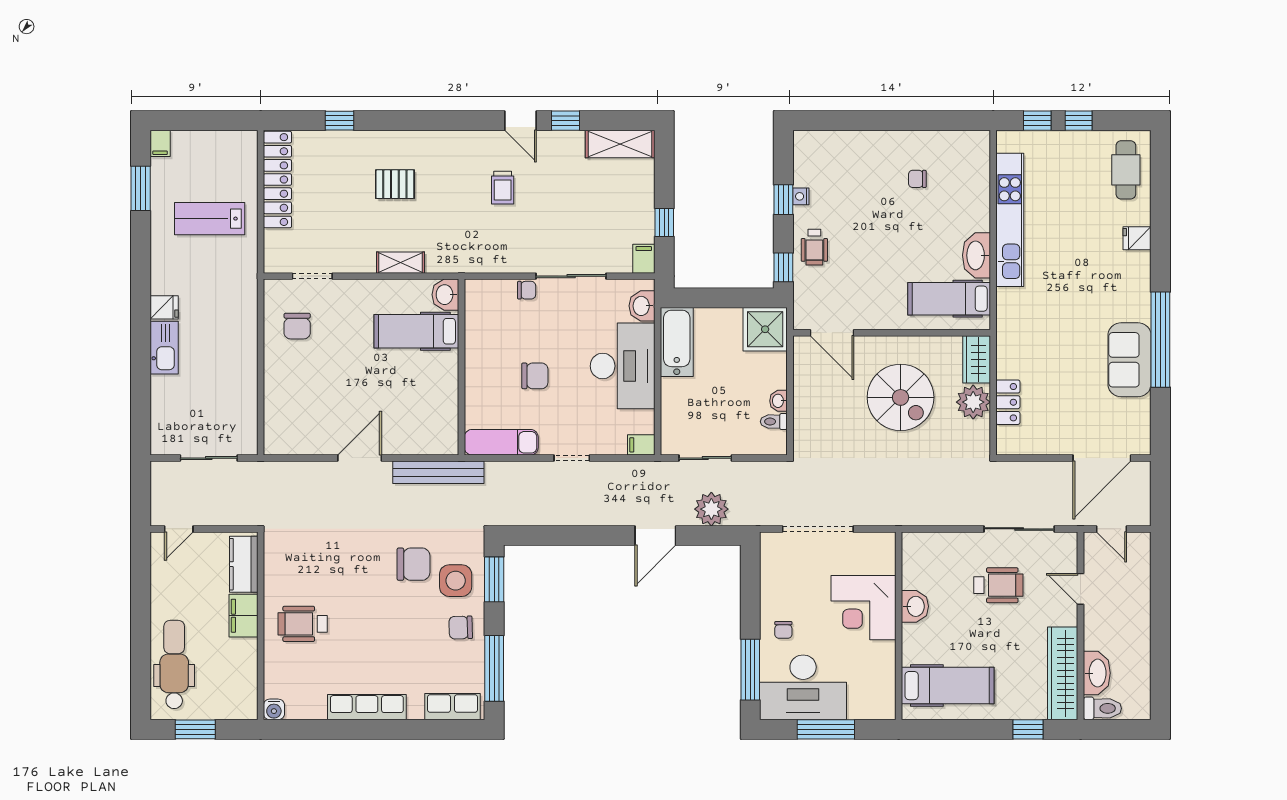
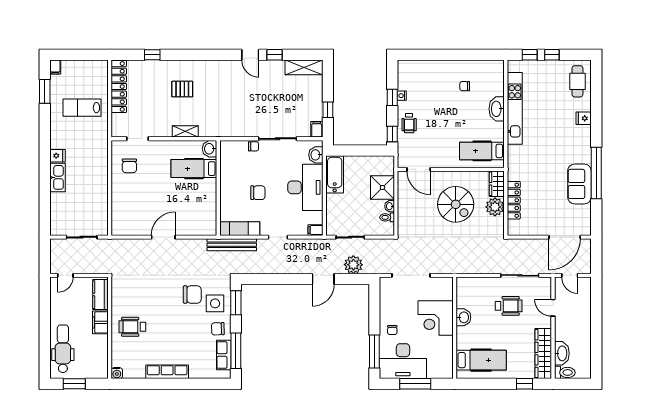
trolley: (503, 188) -> (241, 91), removed
washbasin: (976, 255) -> (497, 109), moved
shower: (765, 329) -> (382, 188), moved
locker: (1008, 402) -> (514, 200), width x1.53
bench: (438, 472) -> (232, 245), moved
row of seats: (453, 707) -> (224, 355), moved, turned -90

